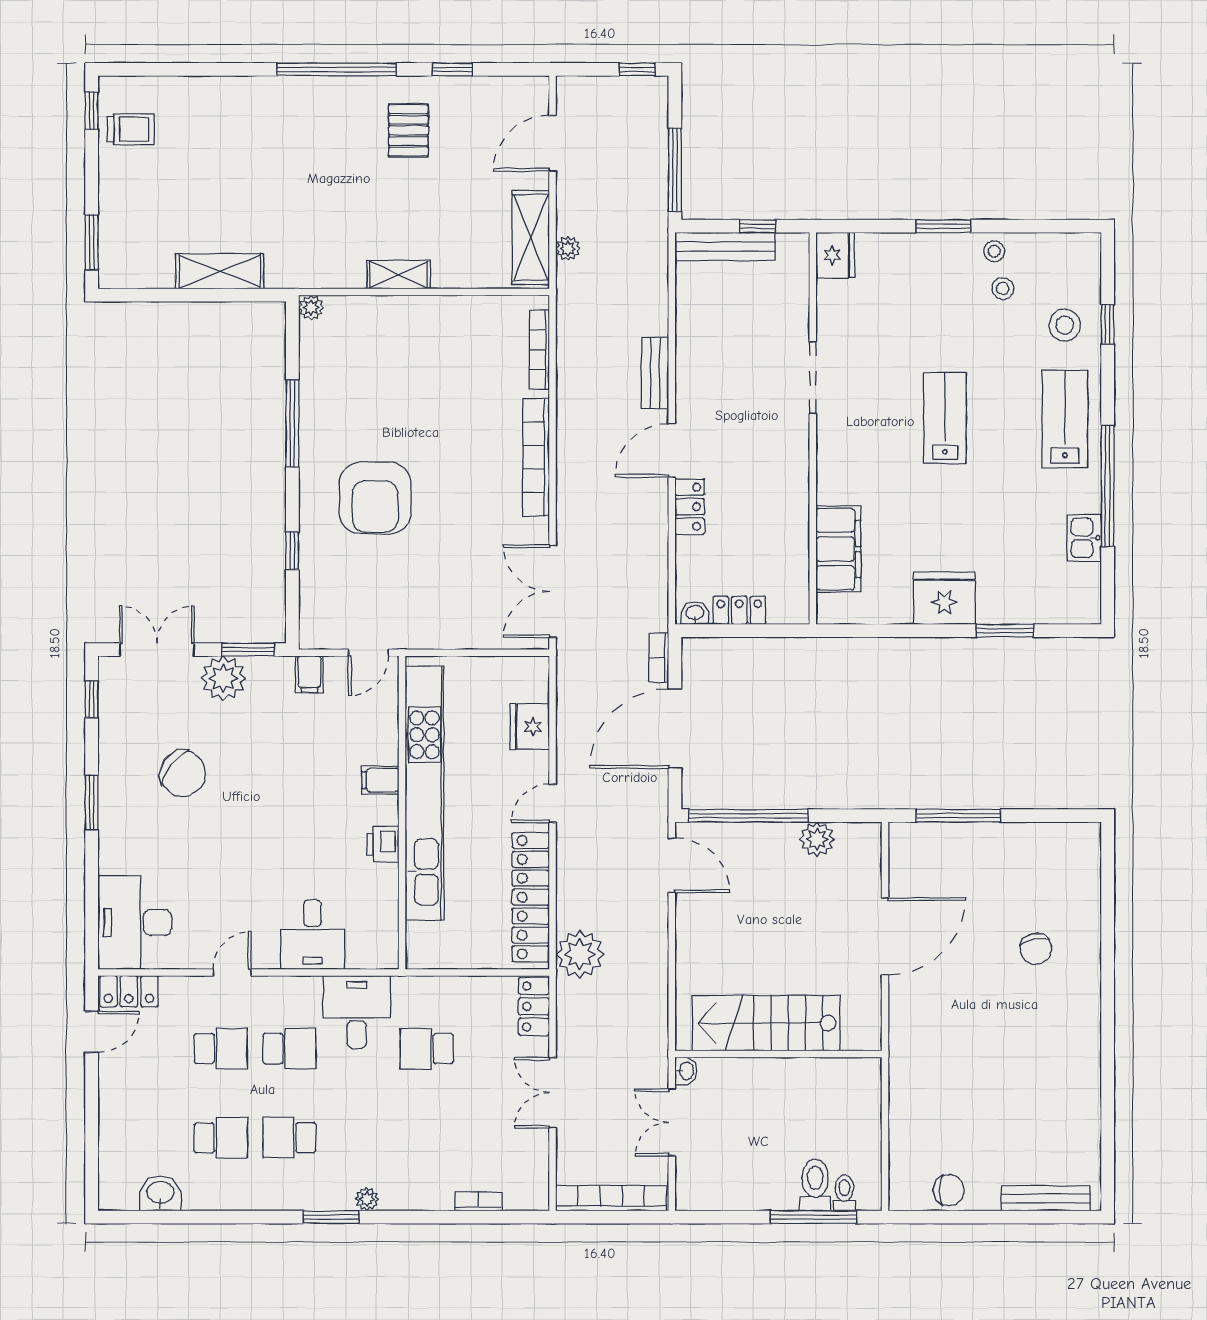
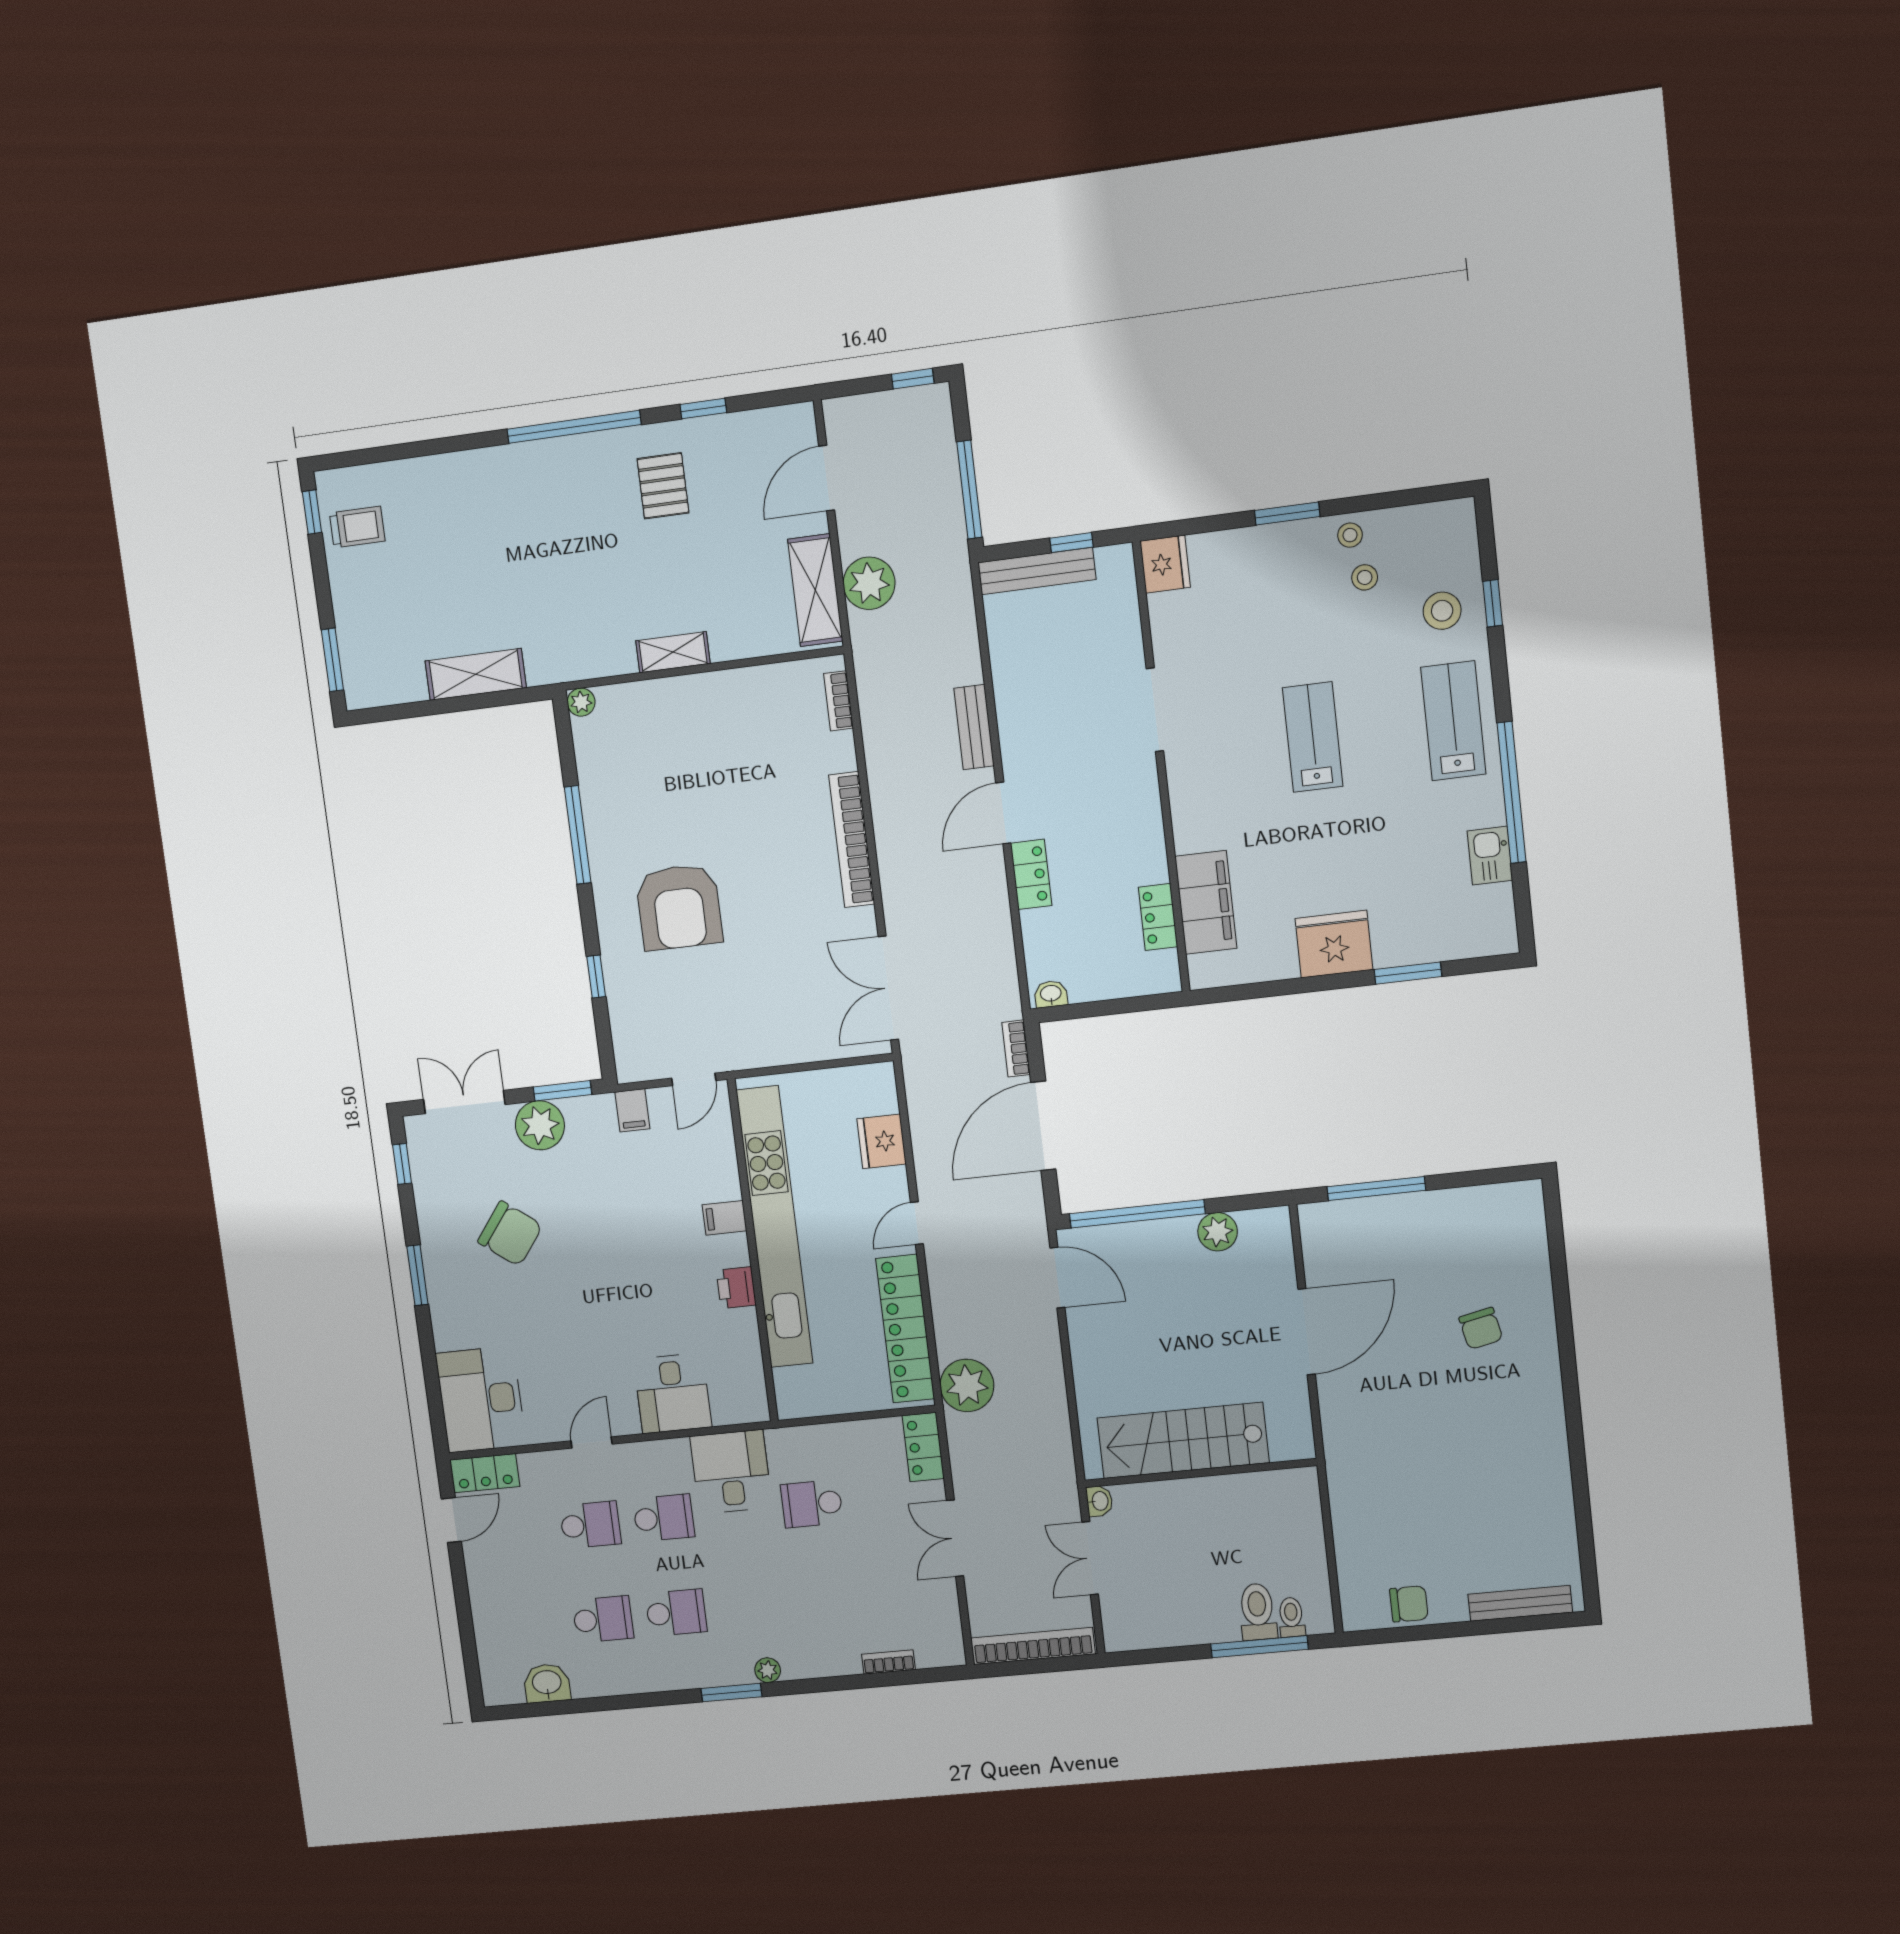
plant: (568, 248) -> (869, 583), width x1.88, depth x1.88
bookcase: (539, 350) -> (839, 701), width x0.64
locker: (739, 610) -> (1158, 917), moved, turned -90
school desk: (289, 1138) -> (676, 1613), turned 180

